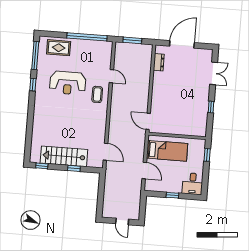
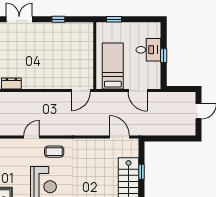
door: (105, 152) -> (119, 137), hinge flipped
door: (144, 170) -> (138, 90), swing flipped
desk: (193, 184) -> (148, 50), moved

